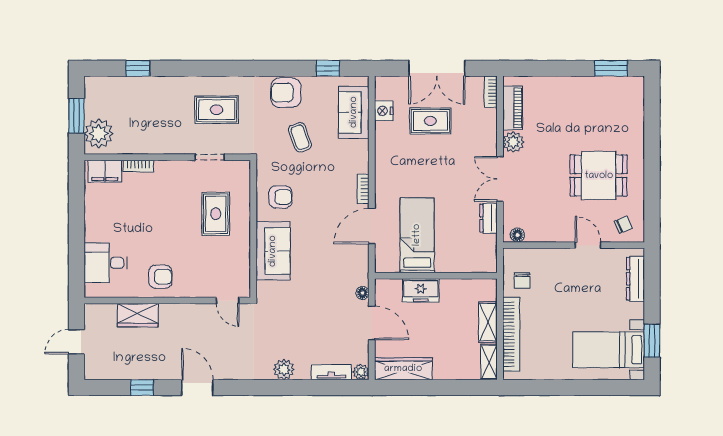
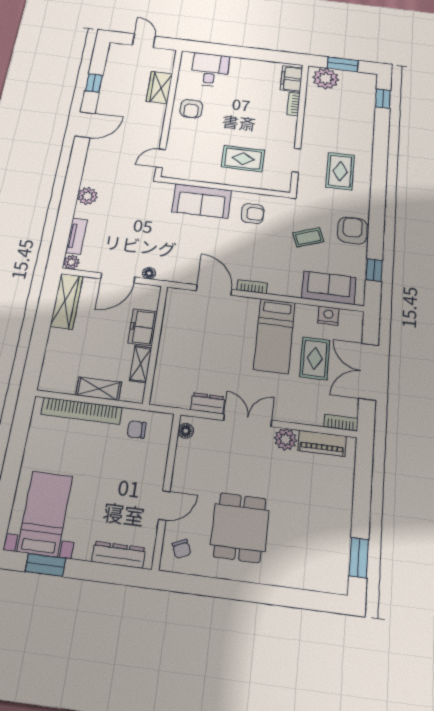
window: (138, 68) -> (383, 99), moved
armchair: (280, 197) -> (252, 214), turned -90
bed: (417, 235) -> (274, 336), moved, turned 90
shelving: (489, 362) -> (141, 364), moved, turned 90

